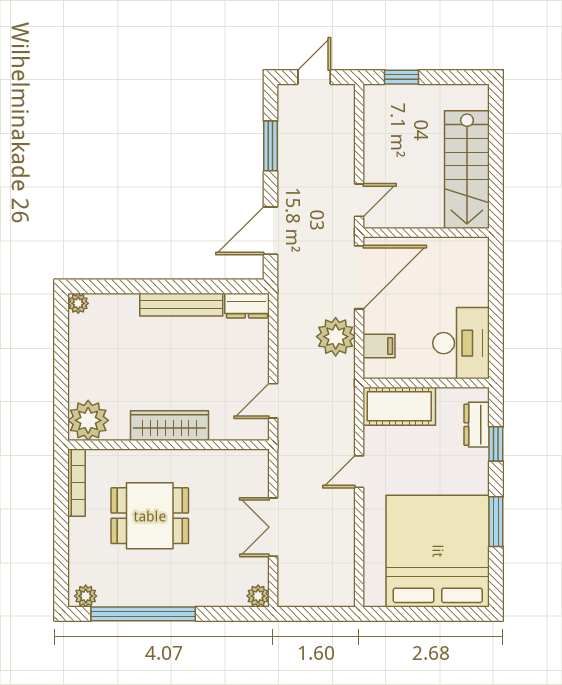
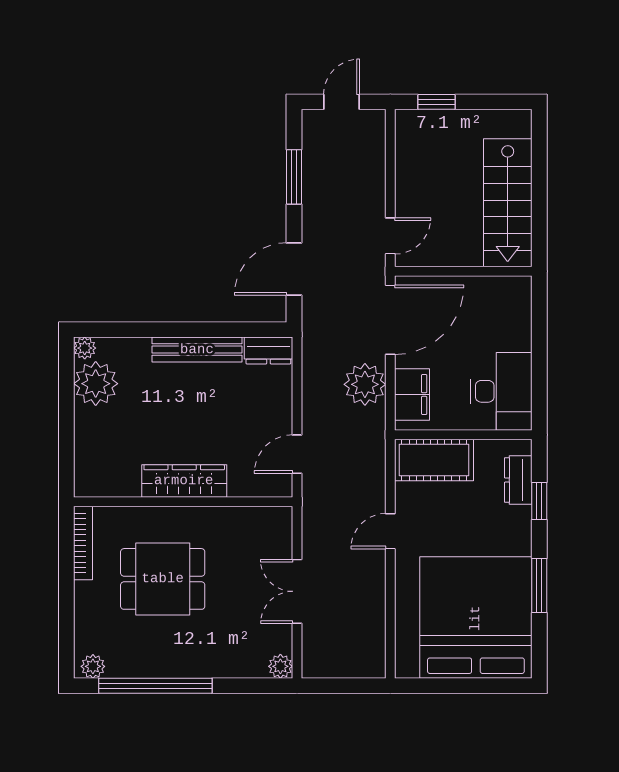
filing cabinet: (379, 346) -> (412, 395), width x2.00
plant: (88, 420) -> (96, 384), moved

